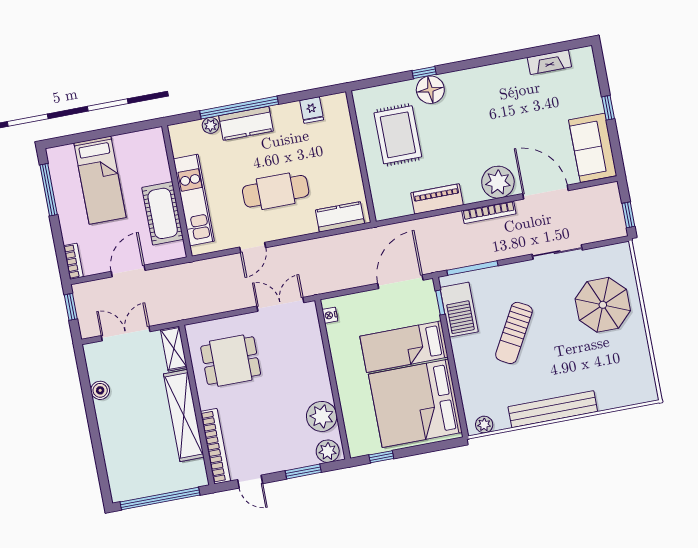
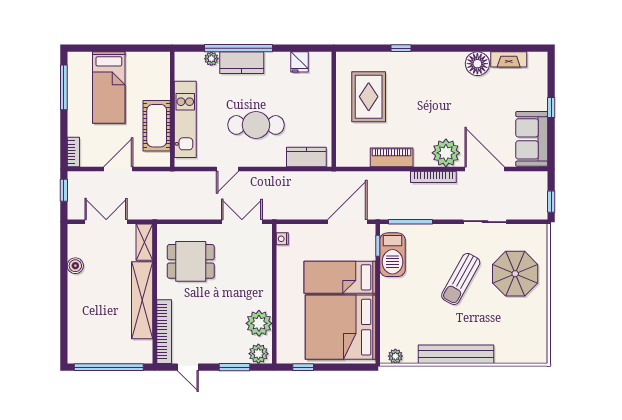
floor lamp: (430, 90) -> (477, 64), moved
sun lounger: (514, 333) -> (461, 279), moved

